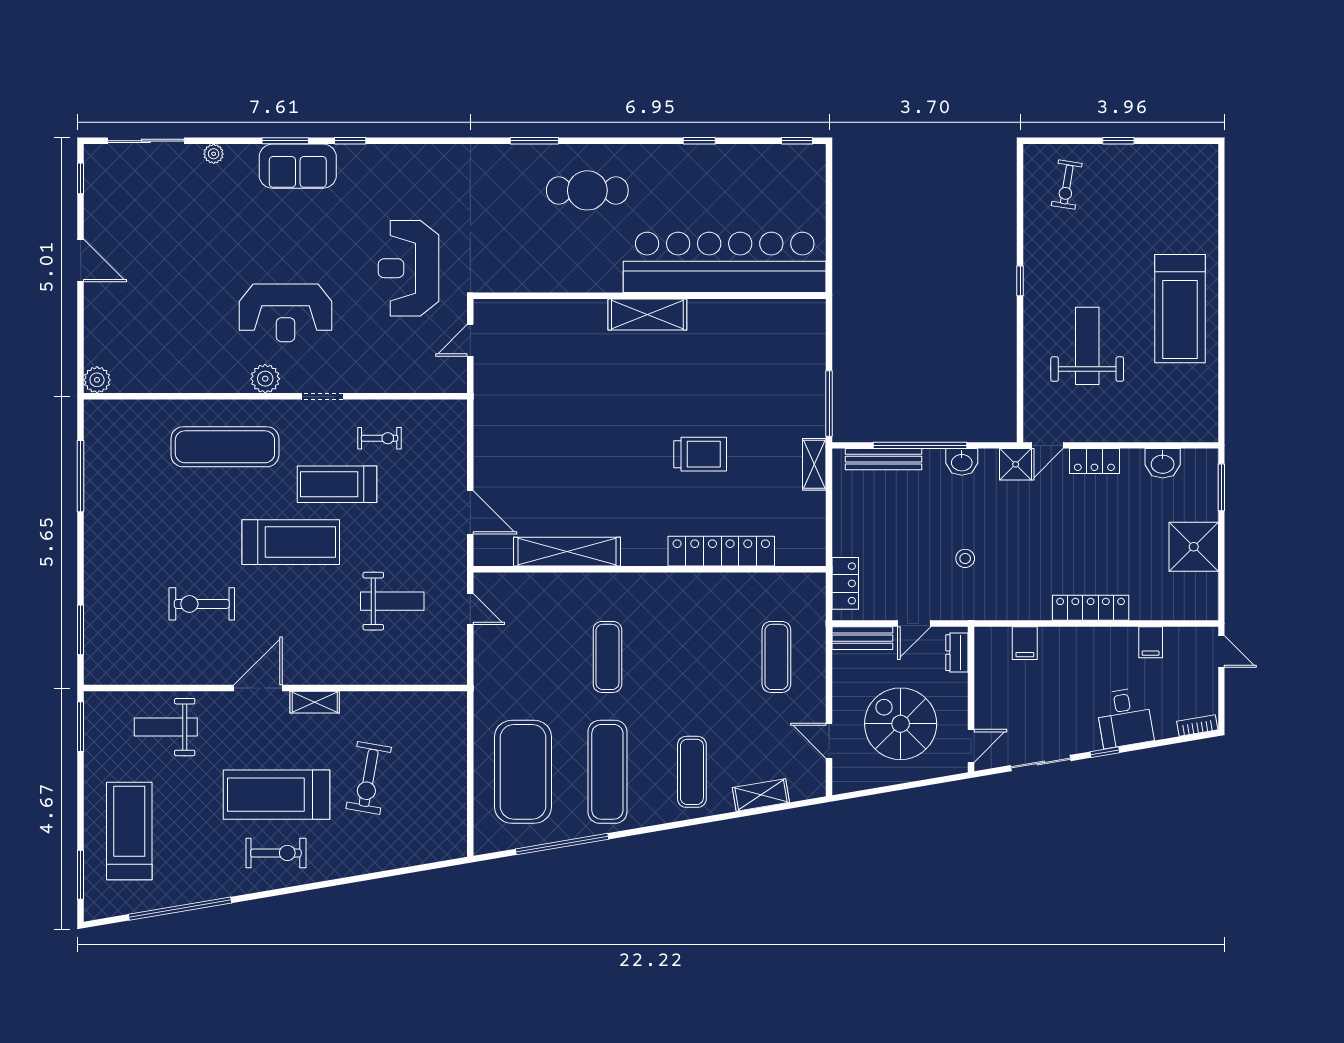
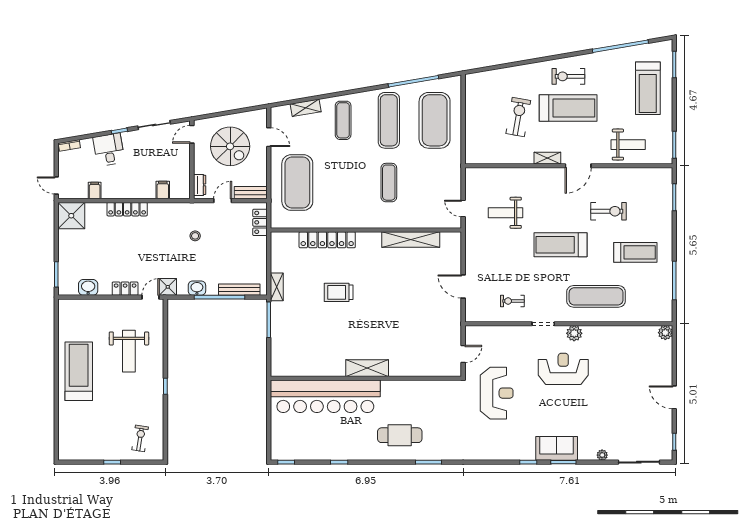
treadmill: (337, 484) -> (635, 252), moved
door: (470, 512) -> (463, 287), moved
shower: (1194, 547) -> (71, 216), moved
exercise mat: (776, 657) -> (297, 183), width x2.00, depth x1.45

